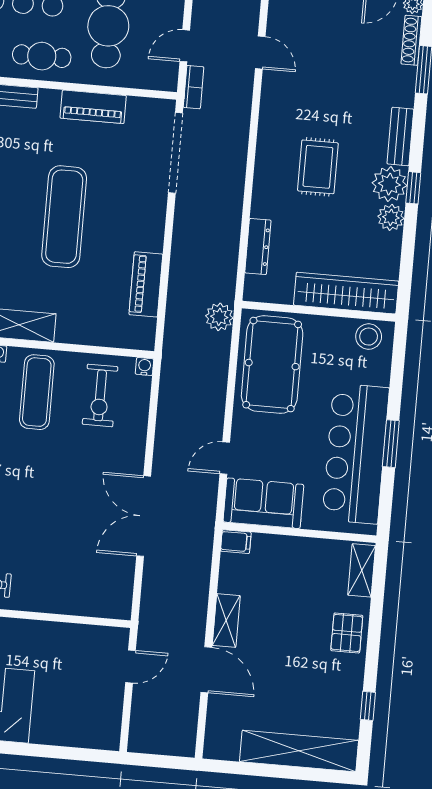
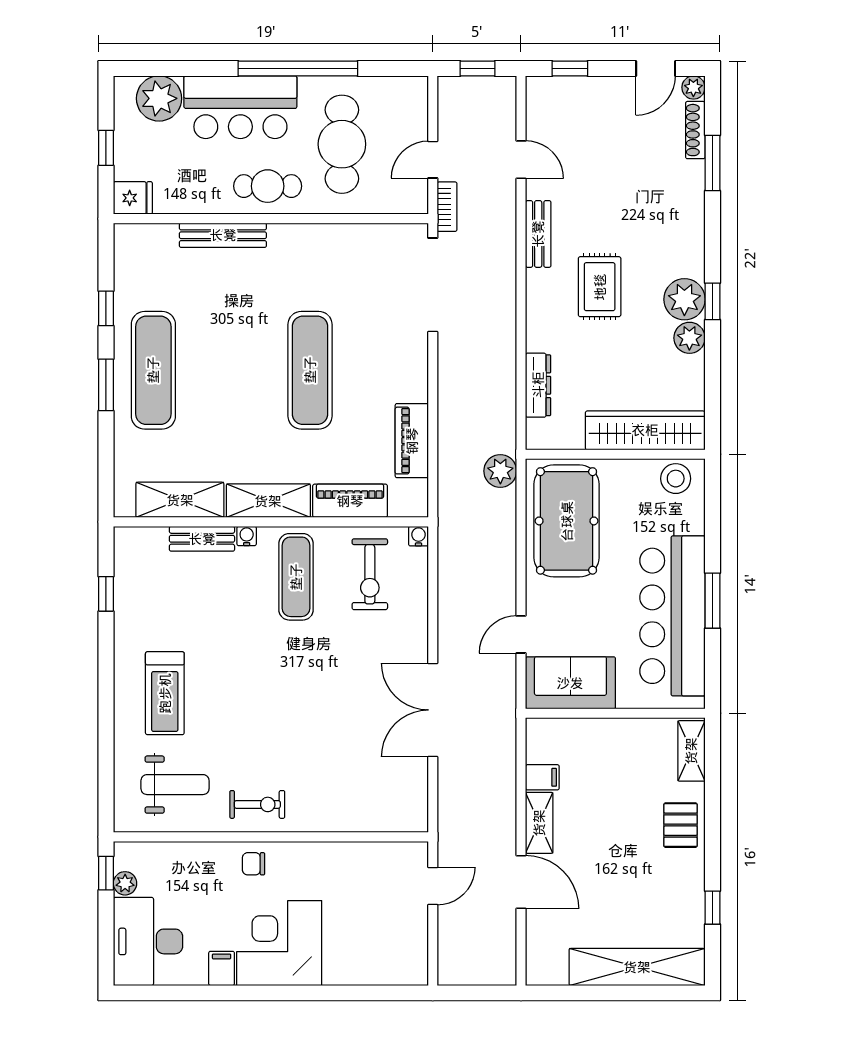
piano: (93, 107) -> (350, 501), moved, turned 180
bench: (400, 137) -> (538, 234), moved
filing cabinet: (236, 542) -> (542, 777), moved

